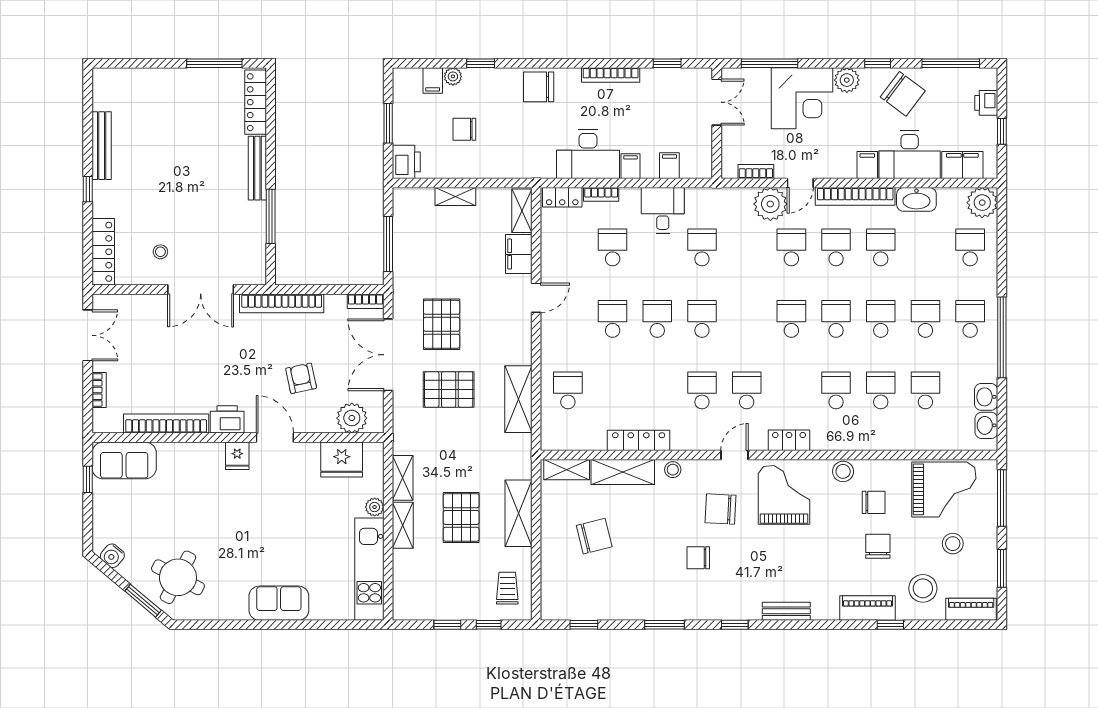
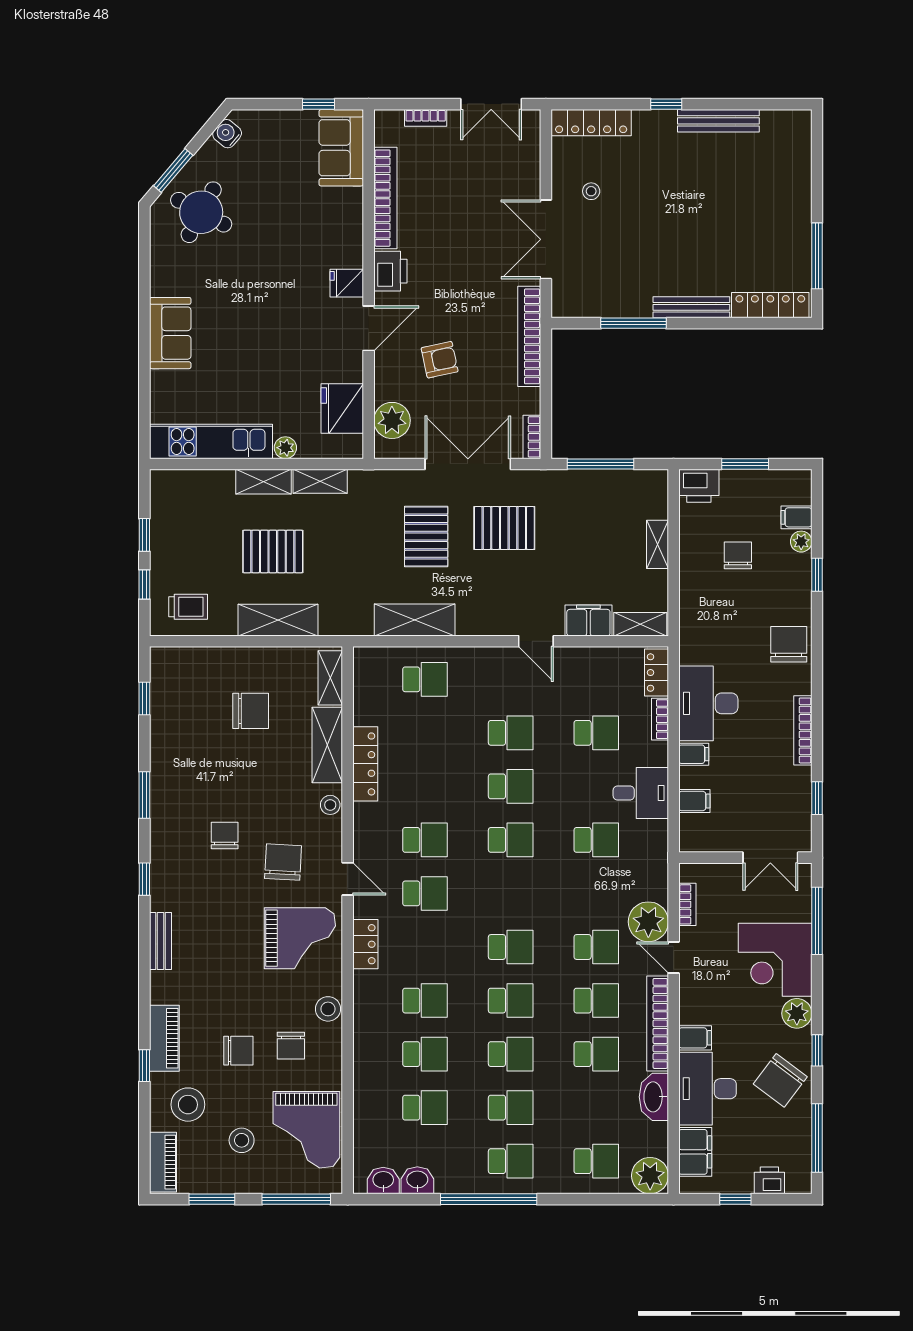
chair: (594, 536) -> (251, 711), turned -76

